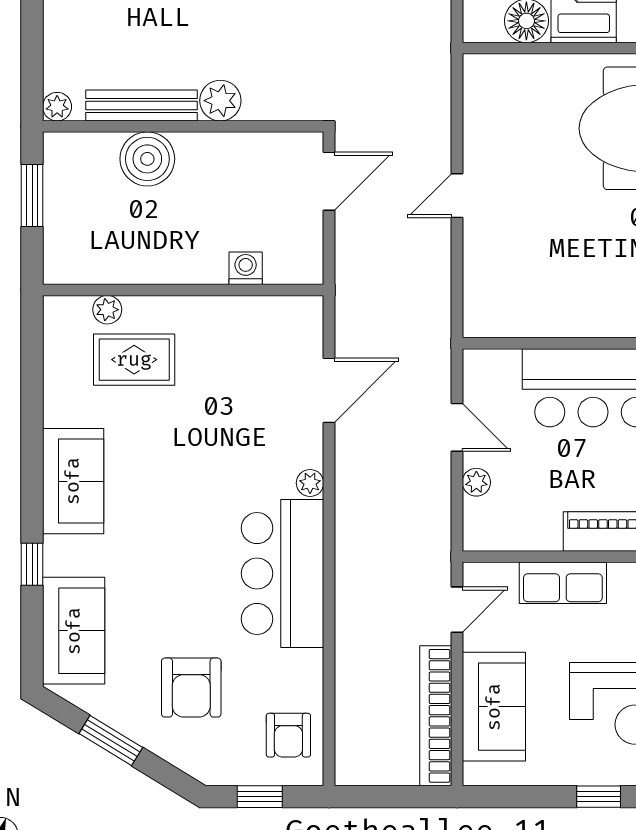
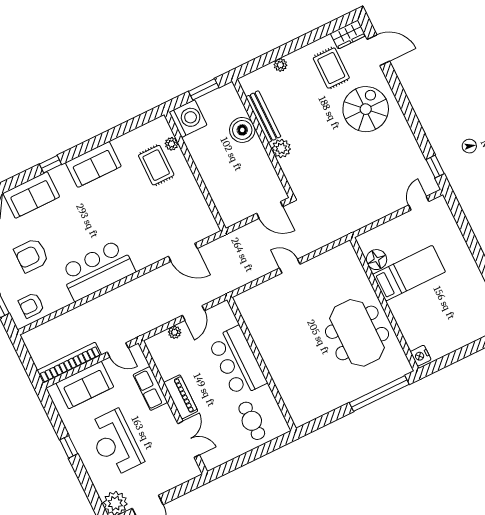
plant: (57, 107) -> (280, 65), moved
washing machine: (246, 268) -> (188, 119), moved, width x1.89, depth x1.89
plant: (310, 483) -> (141, 263), removed

